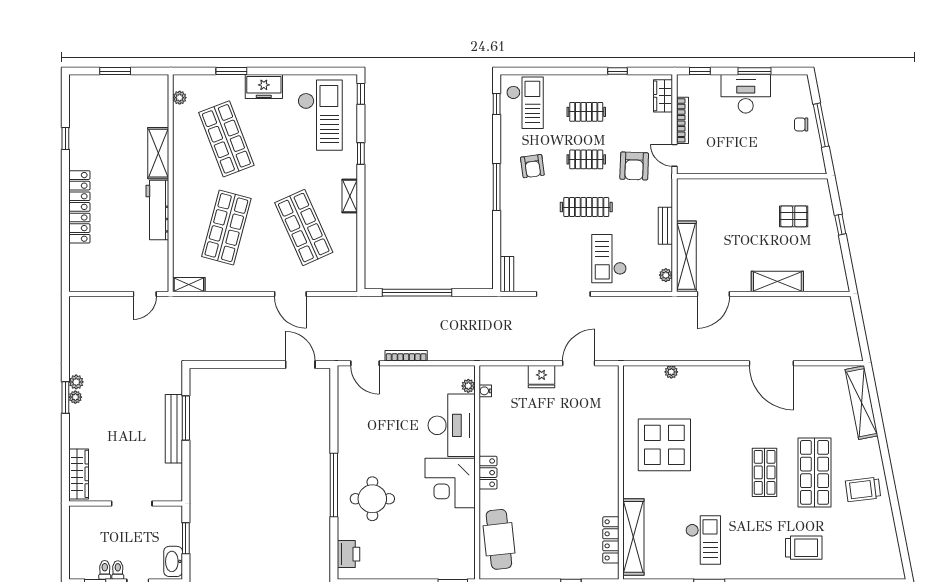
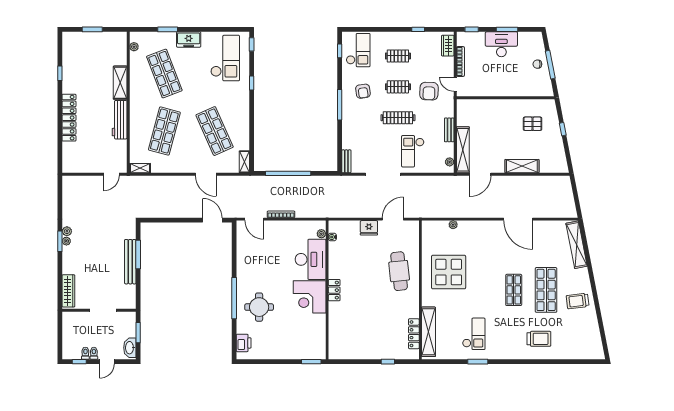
shelving: (350, 196) -> (244, 162), moved
cafe table: (499, 539) -> (399, 271), moved

